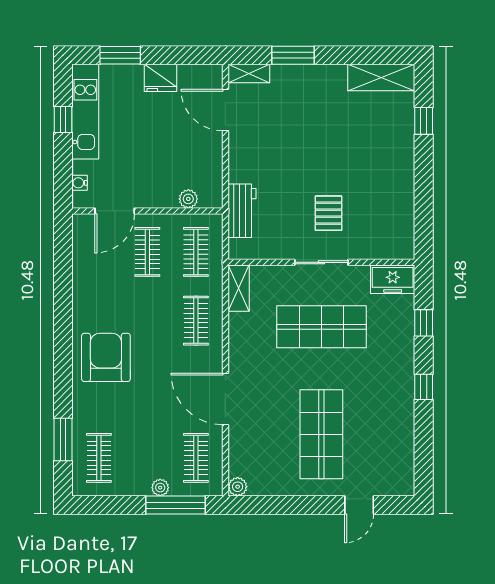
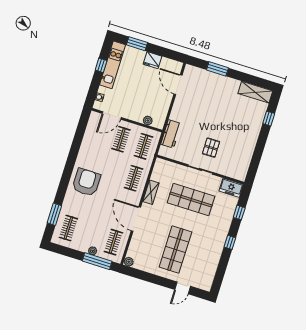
shelving: (249, 73) -> (194, 71), removed
shelving: (239, 288) -> (151, 192), moved

